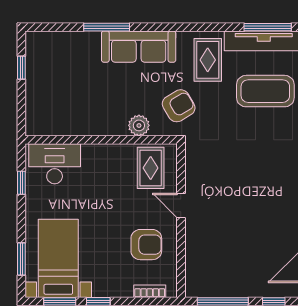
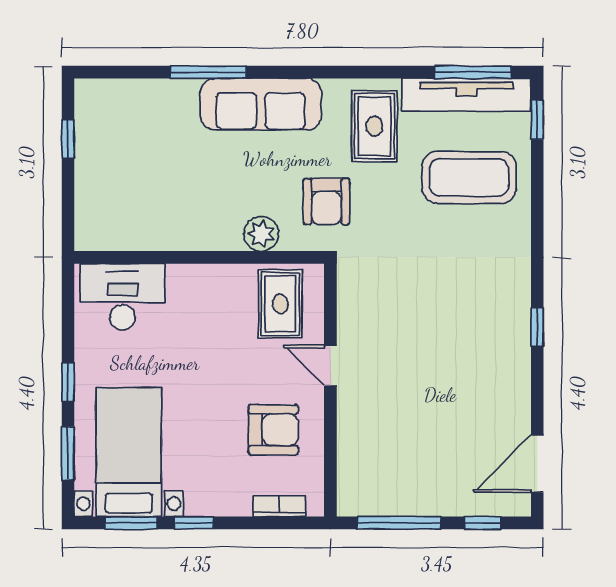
armchair: (179, 106) -> (327, 202), turned 121
window: (21, 183) -> (68, 382), moved

